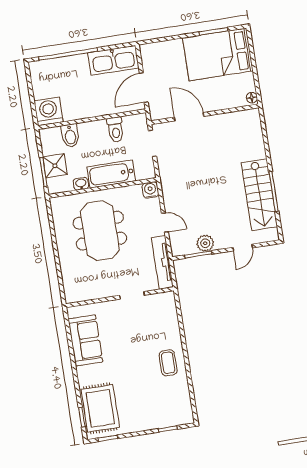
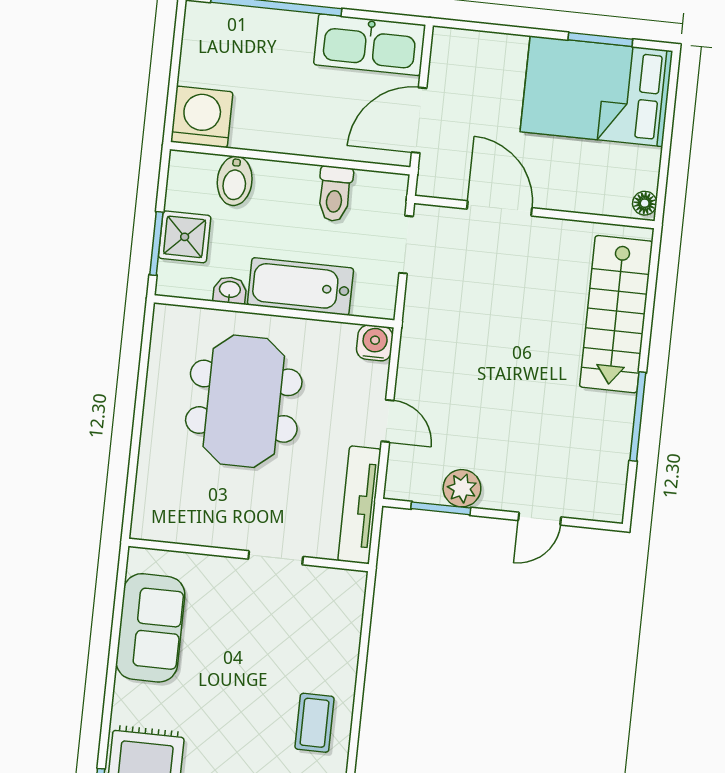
stairs: (259, 195) -> (616, 314), moved

